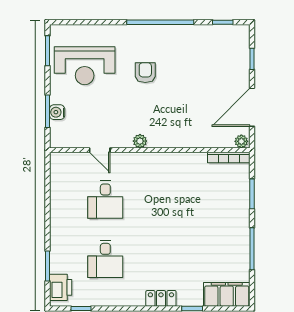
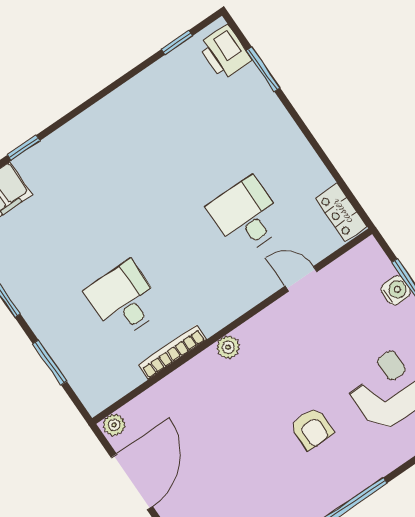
plant: (140, 141) -> (228, 347), moved
bookcase: (229, 158) -> (172, 352), moved
desk: (105, 259) -> (124, 300), moved
locker: (161, 298) -> (341, 212), moved, turned 90

